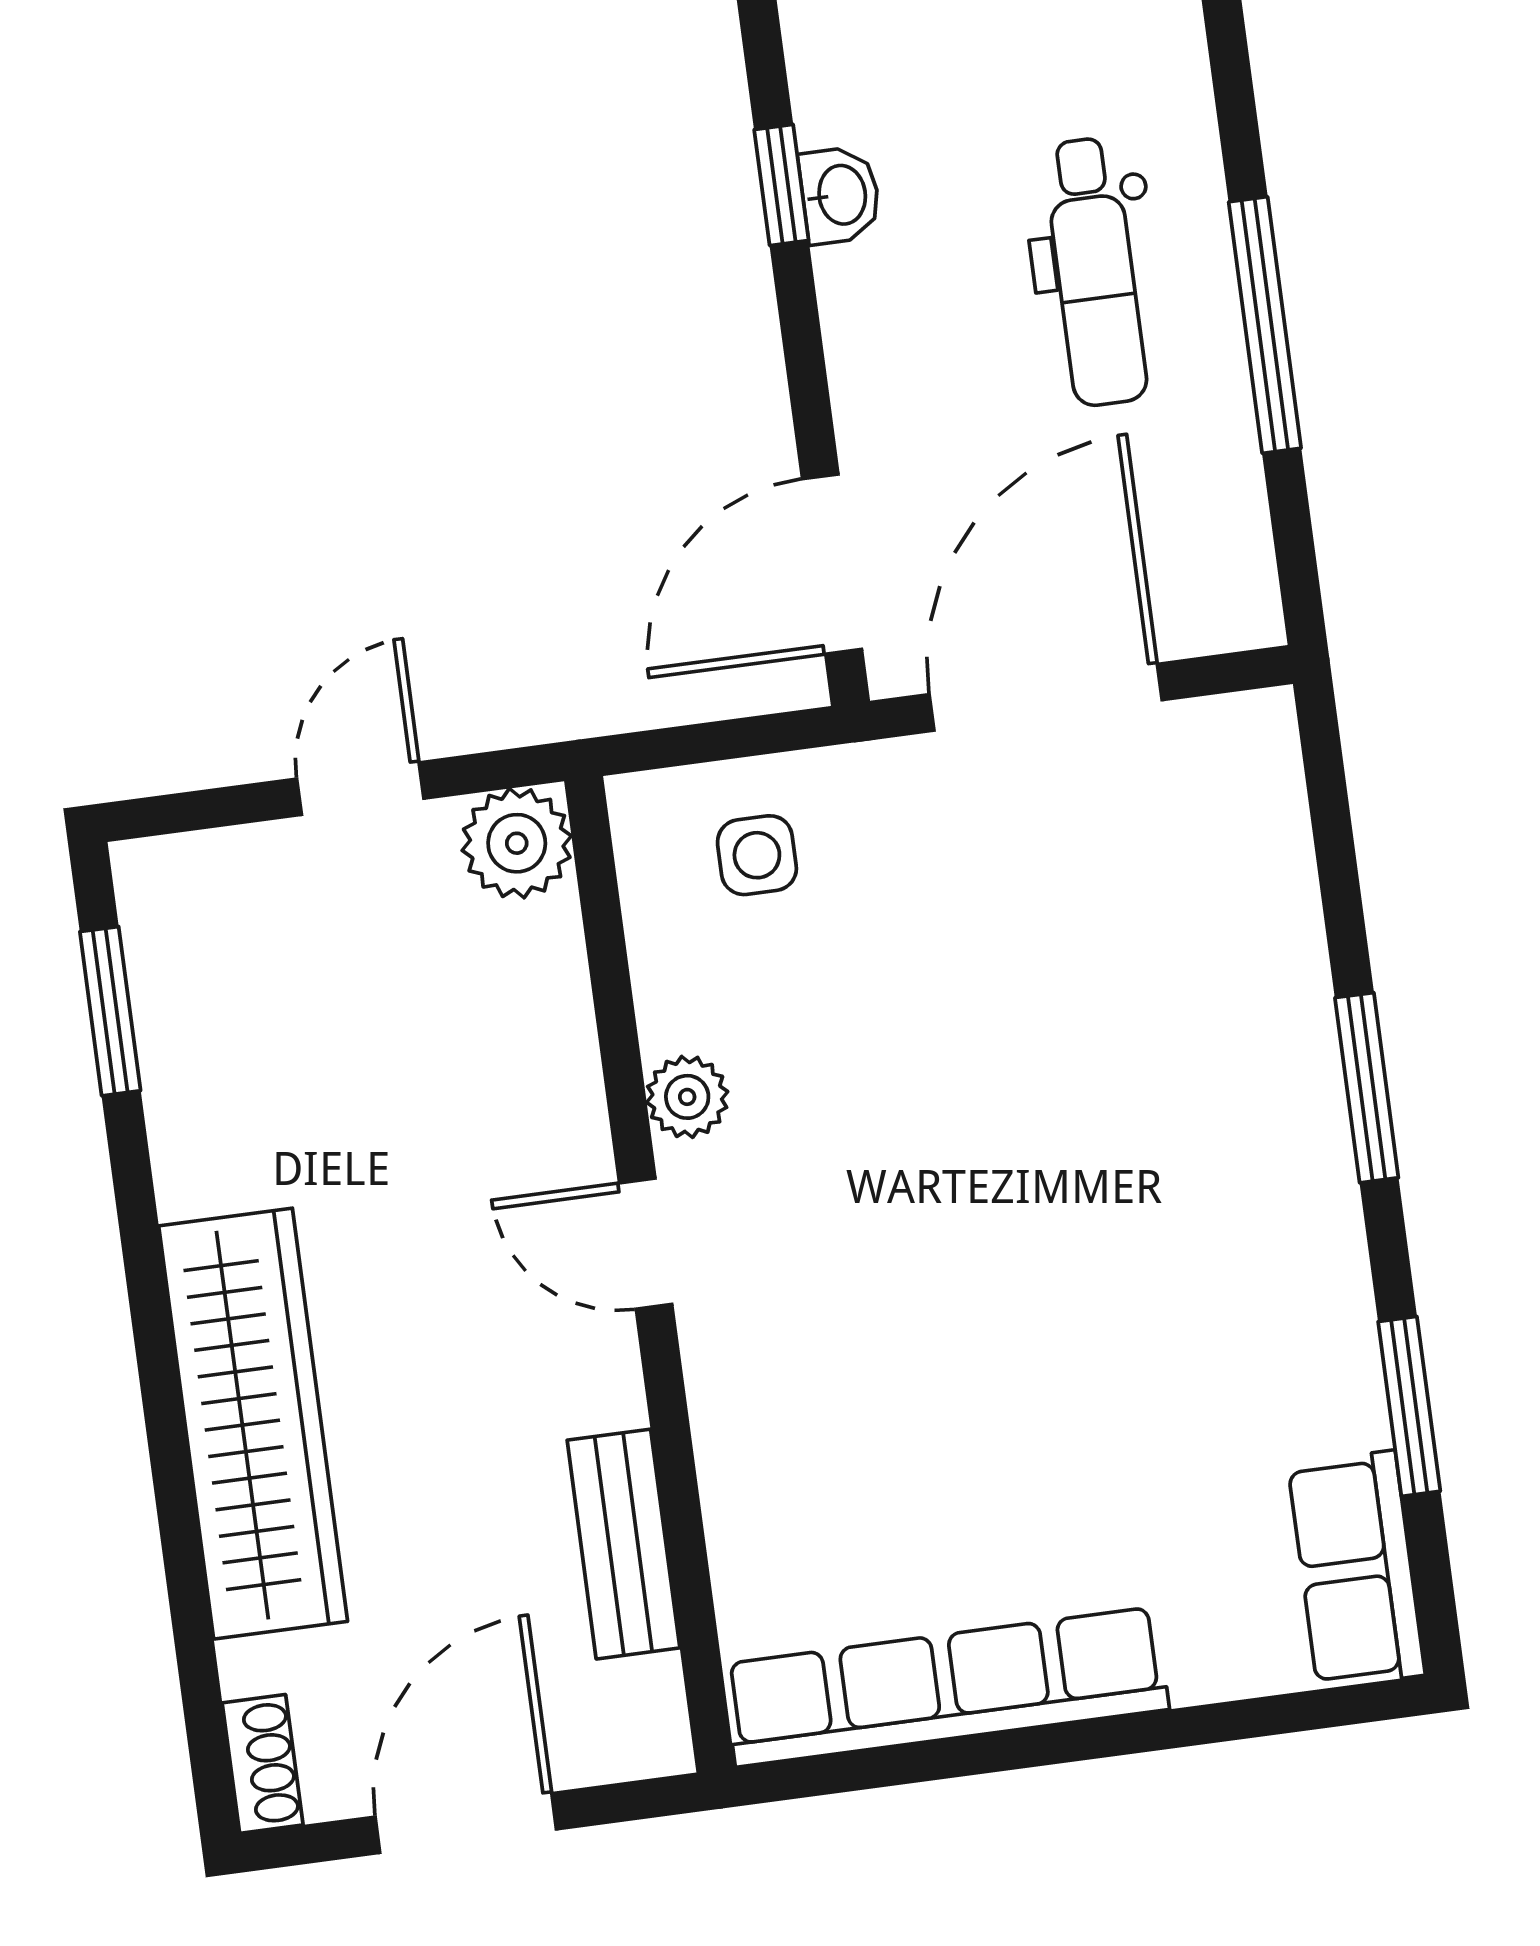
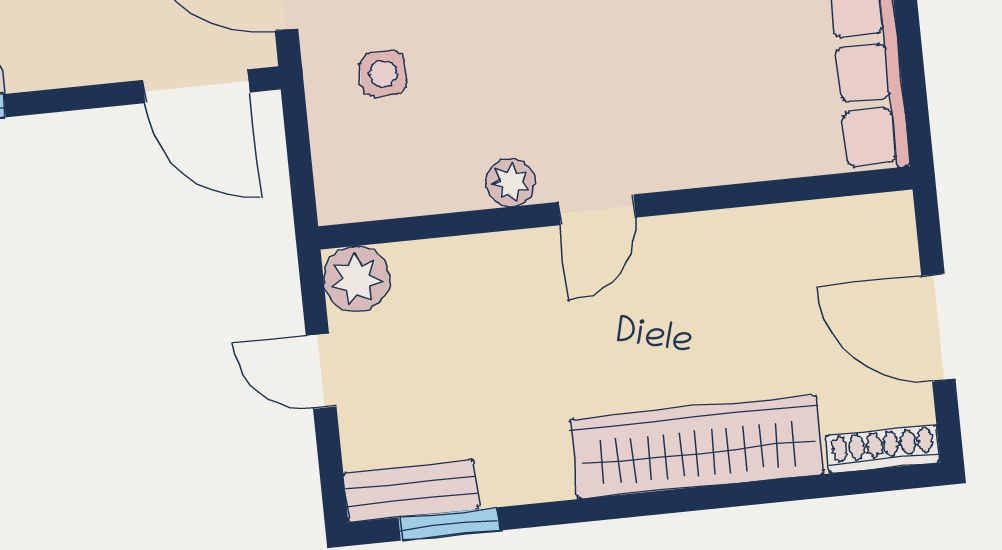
side table: (757, 855) -> (383, 74), moved
bench: (623, 1544) -> (411, 491), moved
shoe rack: (263, 1764) -> (883, 449), width x1.43

